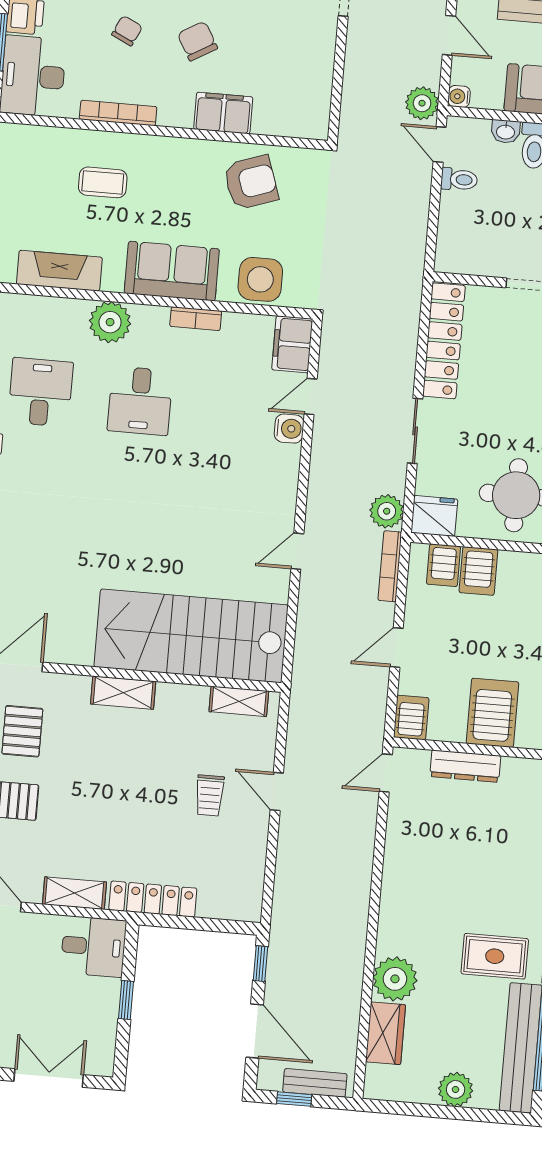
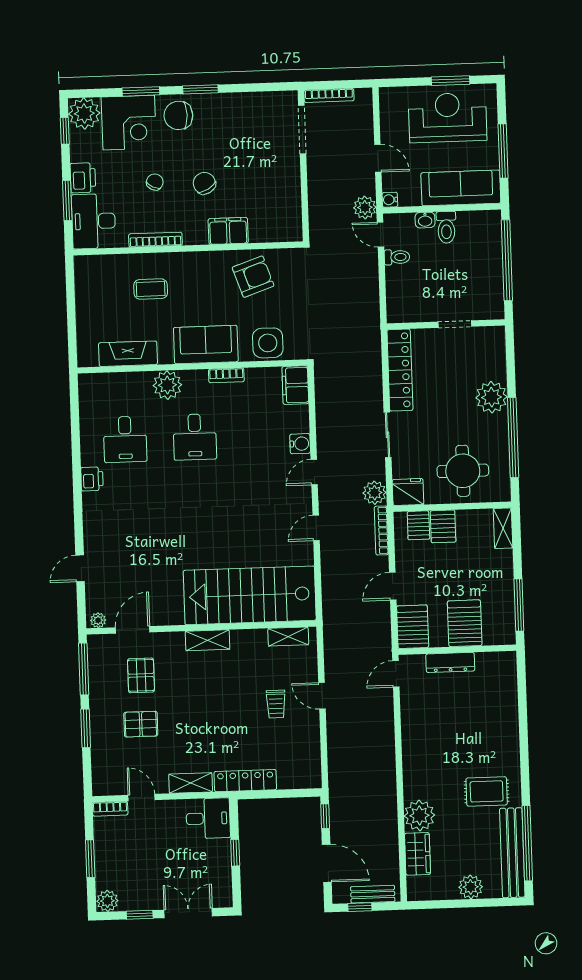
desk: (40, 392) -> (125, 439), turned 180
door: (311, 397) -> (314, 472), moved
server rack: (411, 718) -> (413, 627), width x1.36, depth x1.44

